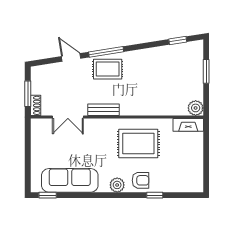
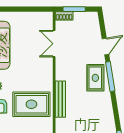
bench: (103, 110) -> (60, 99), moved, width x1.36
rug: (138, 143) -> (31, 104), turned 90

